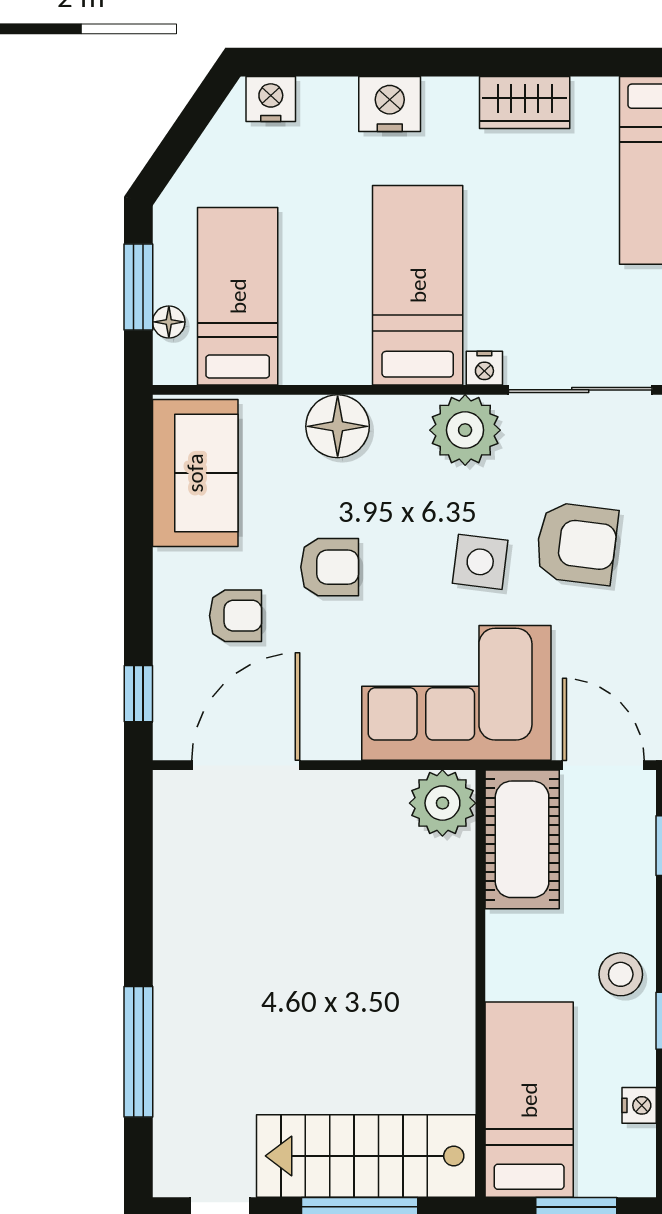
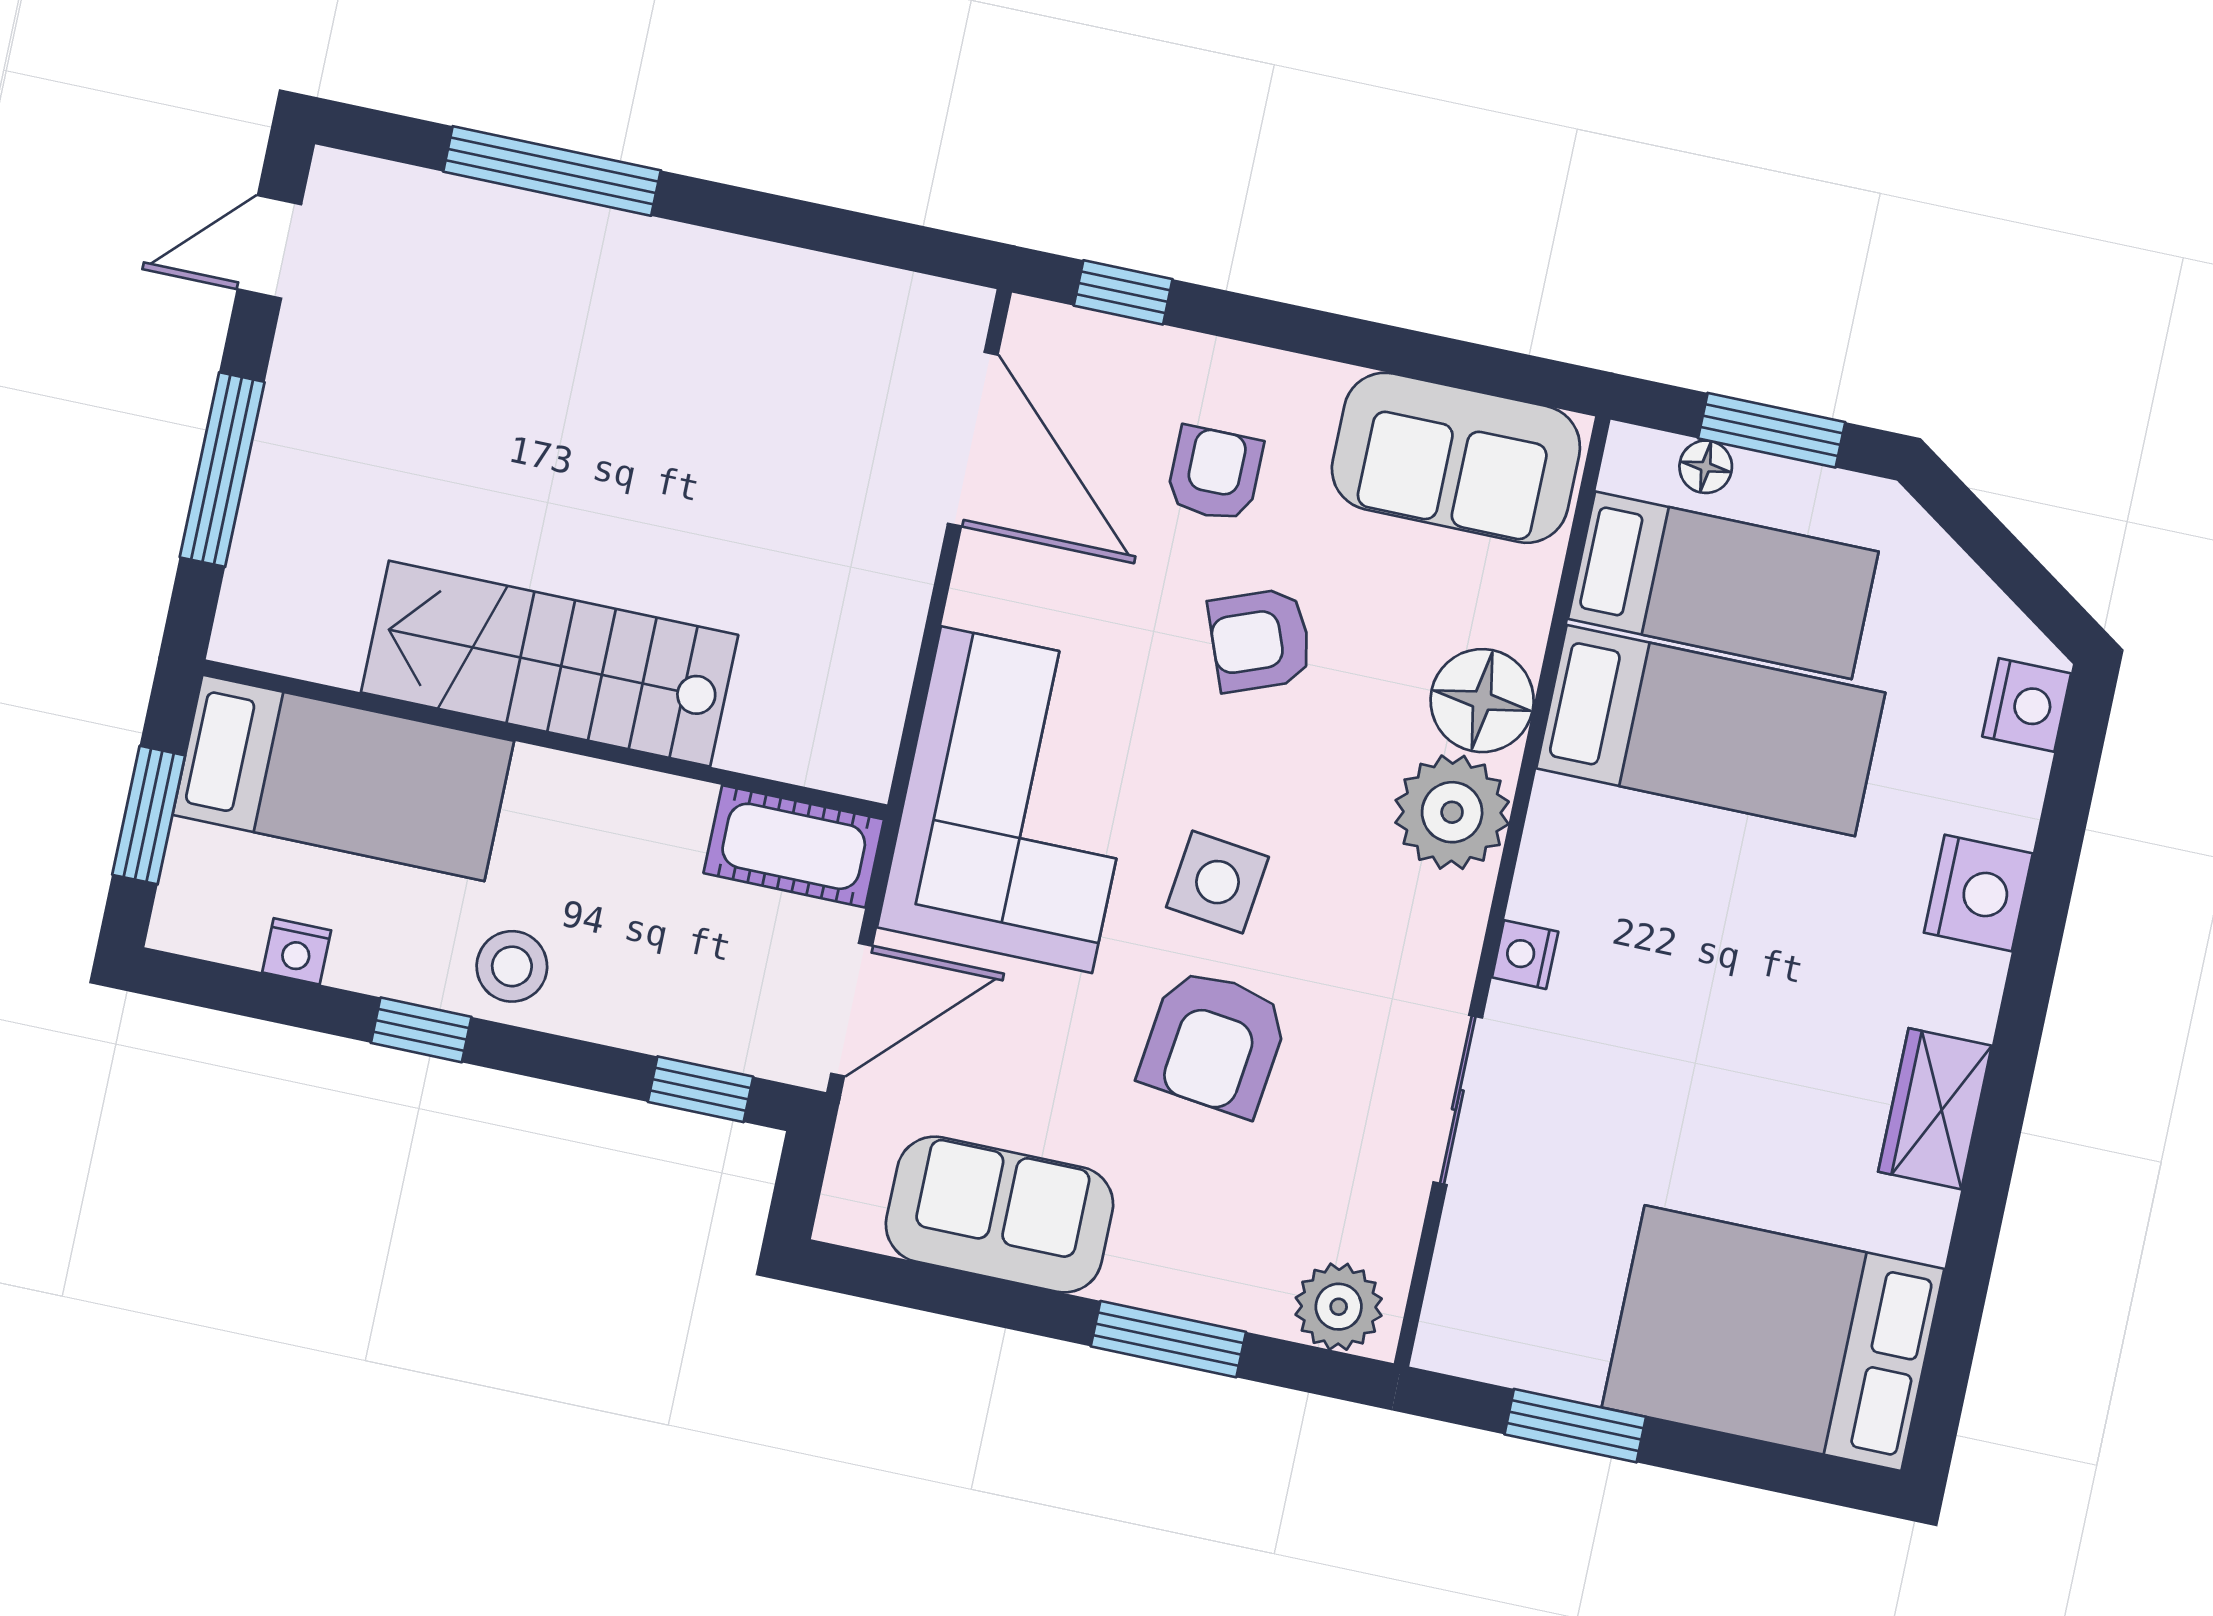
bed: (418, 285) -> (1711, 731), moved
sliding door: (580, 390) -> (1458, 1100), width x0.73
plant: (465, 430) -> (1452, 812), moved
armchair: (330, 567) -> (1260, 640), turned 69
armchair: (236, 616) -> (1215, 474), turned 180
plant: (442, 803) -> (846, 740), removed
cot: (522, 839) -> (794, 846), width x0.73, depth x0.75
stairs: (366, 1156) -> (550, 664), moved, turned -90

